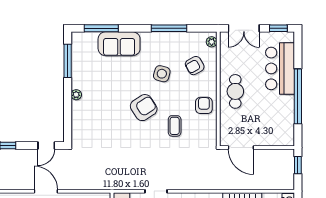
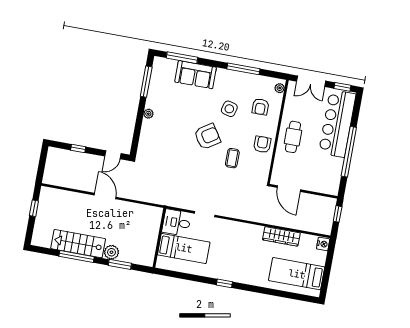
armchair: (195, 66) -> (260, 107), turned -61
bar counter: (280, 68) -> (337, 123), width x1.36

